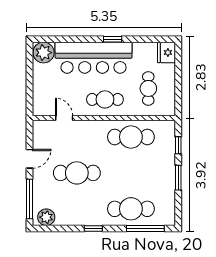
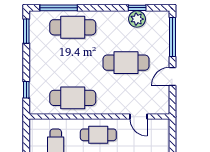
window: (178, 178) -> (26, 31), moved
plant: (46, 217) -> (137, 19), moved
window: (93, 229) -> (137, 8), moved

